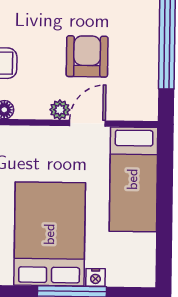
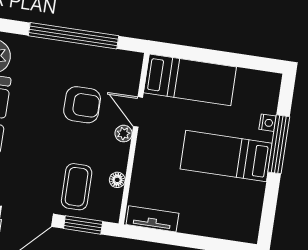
armchair: (87, 56) -> (82, 105), turned 180
bed: (50, 234) -> (226, 156), width x0.67

